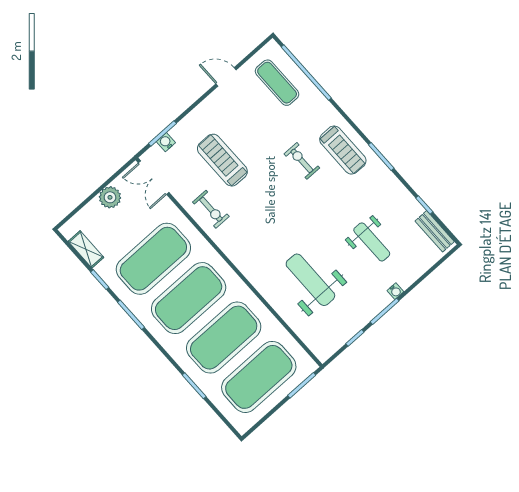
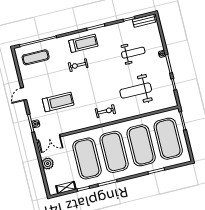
door: (226, 77) -> (24, 94), moved
treadmill: (222, 160) -> (58, 102), turned 180
exercise bike: (211, 209) -> (105, 111), moved

